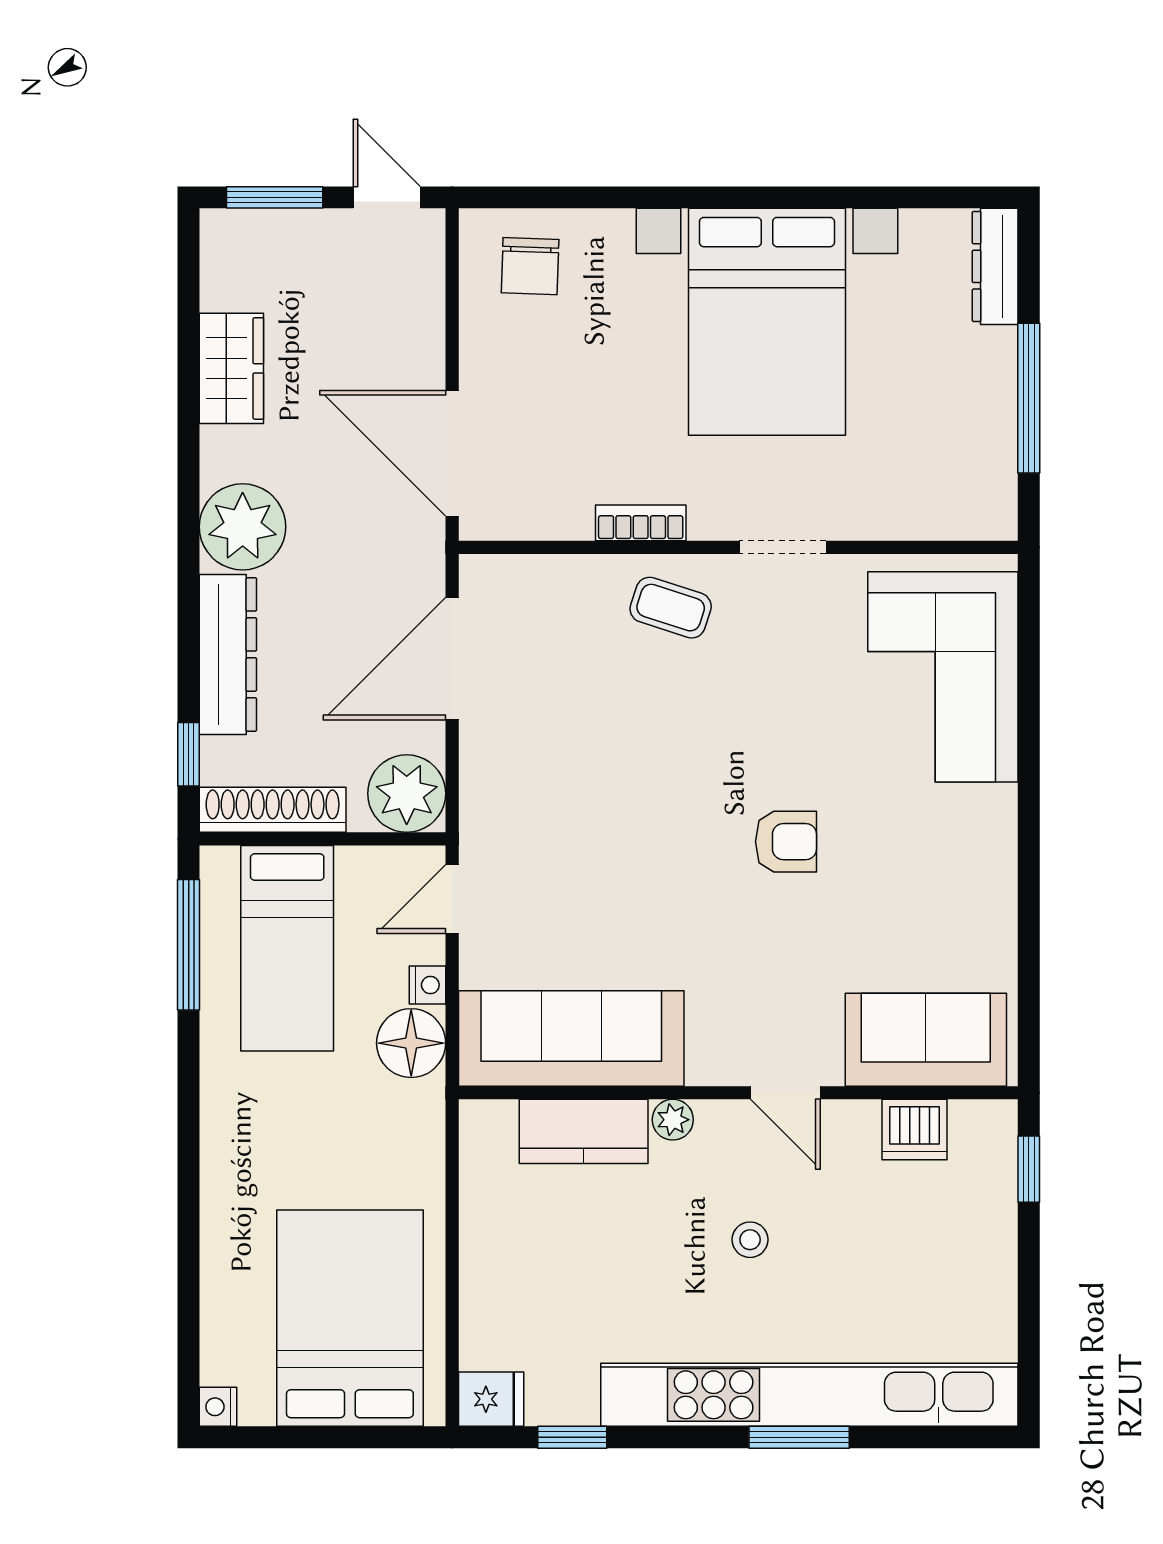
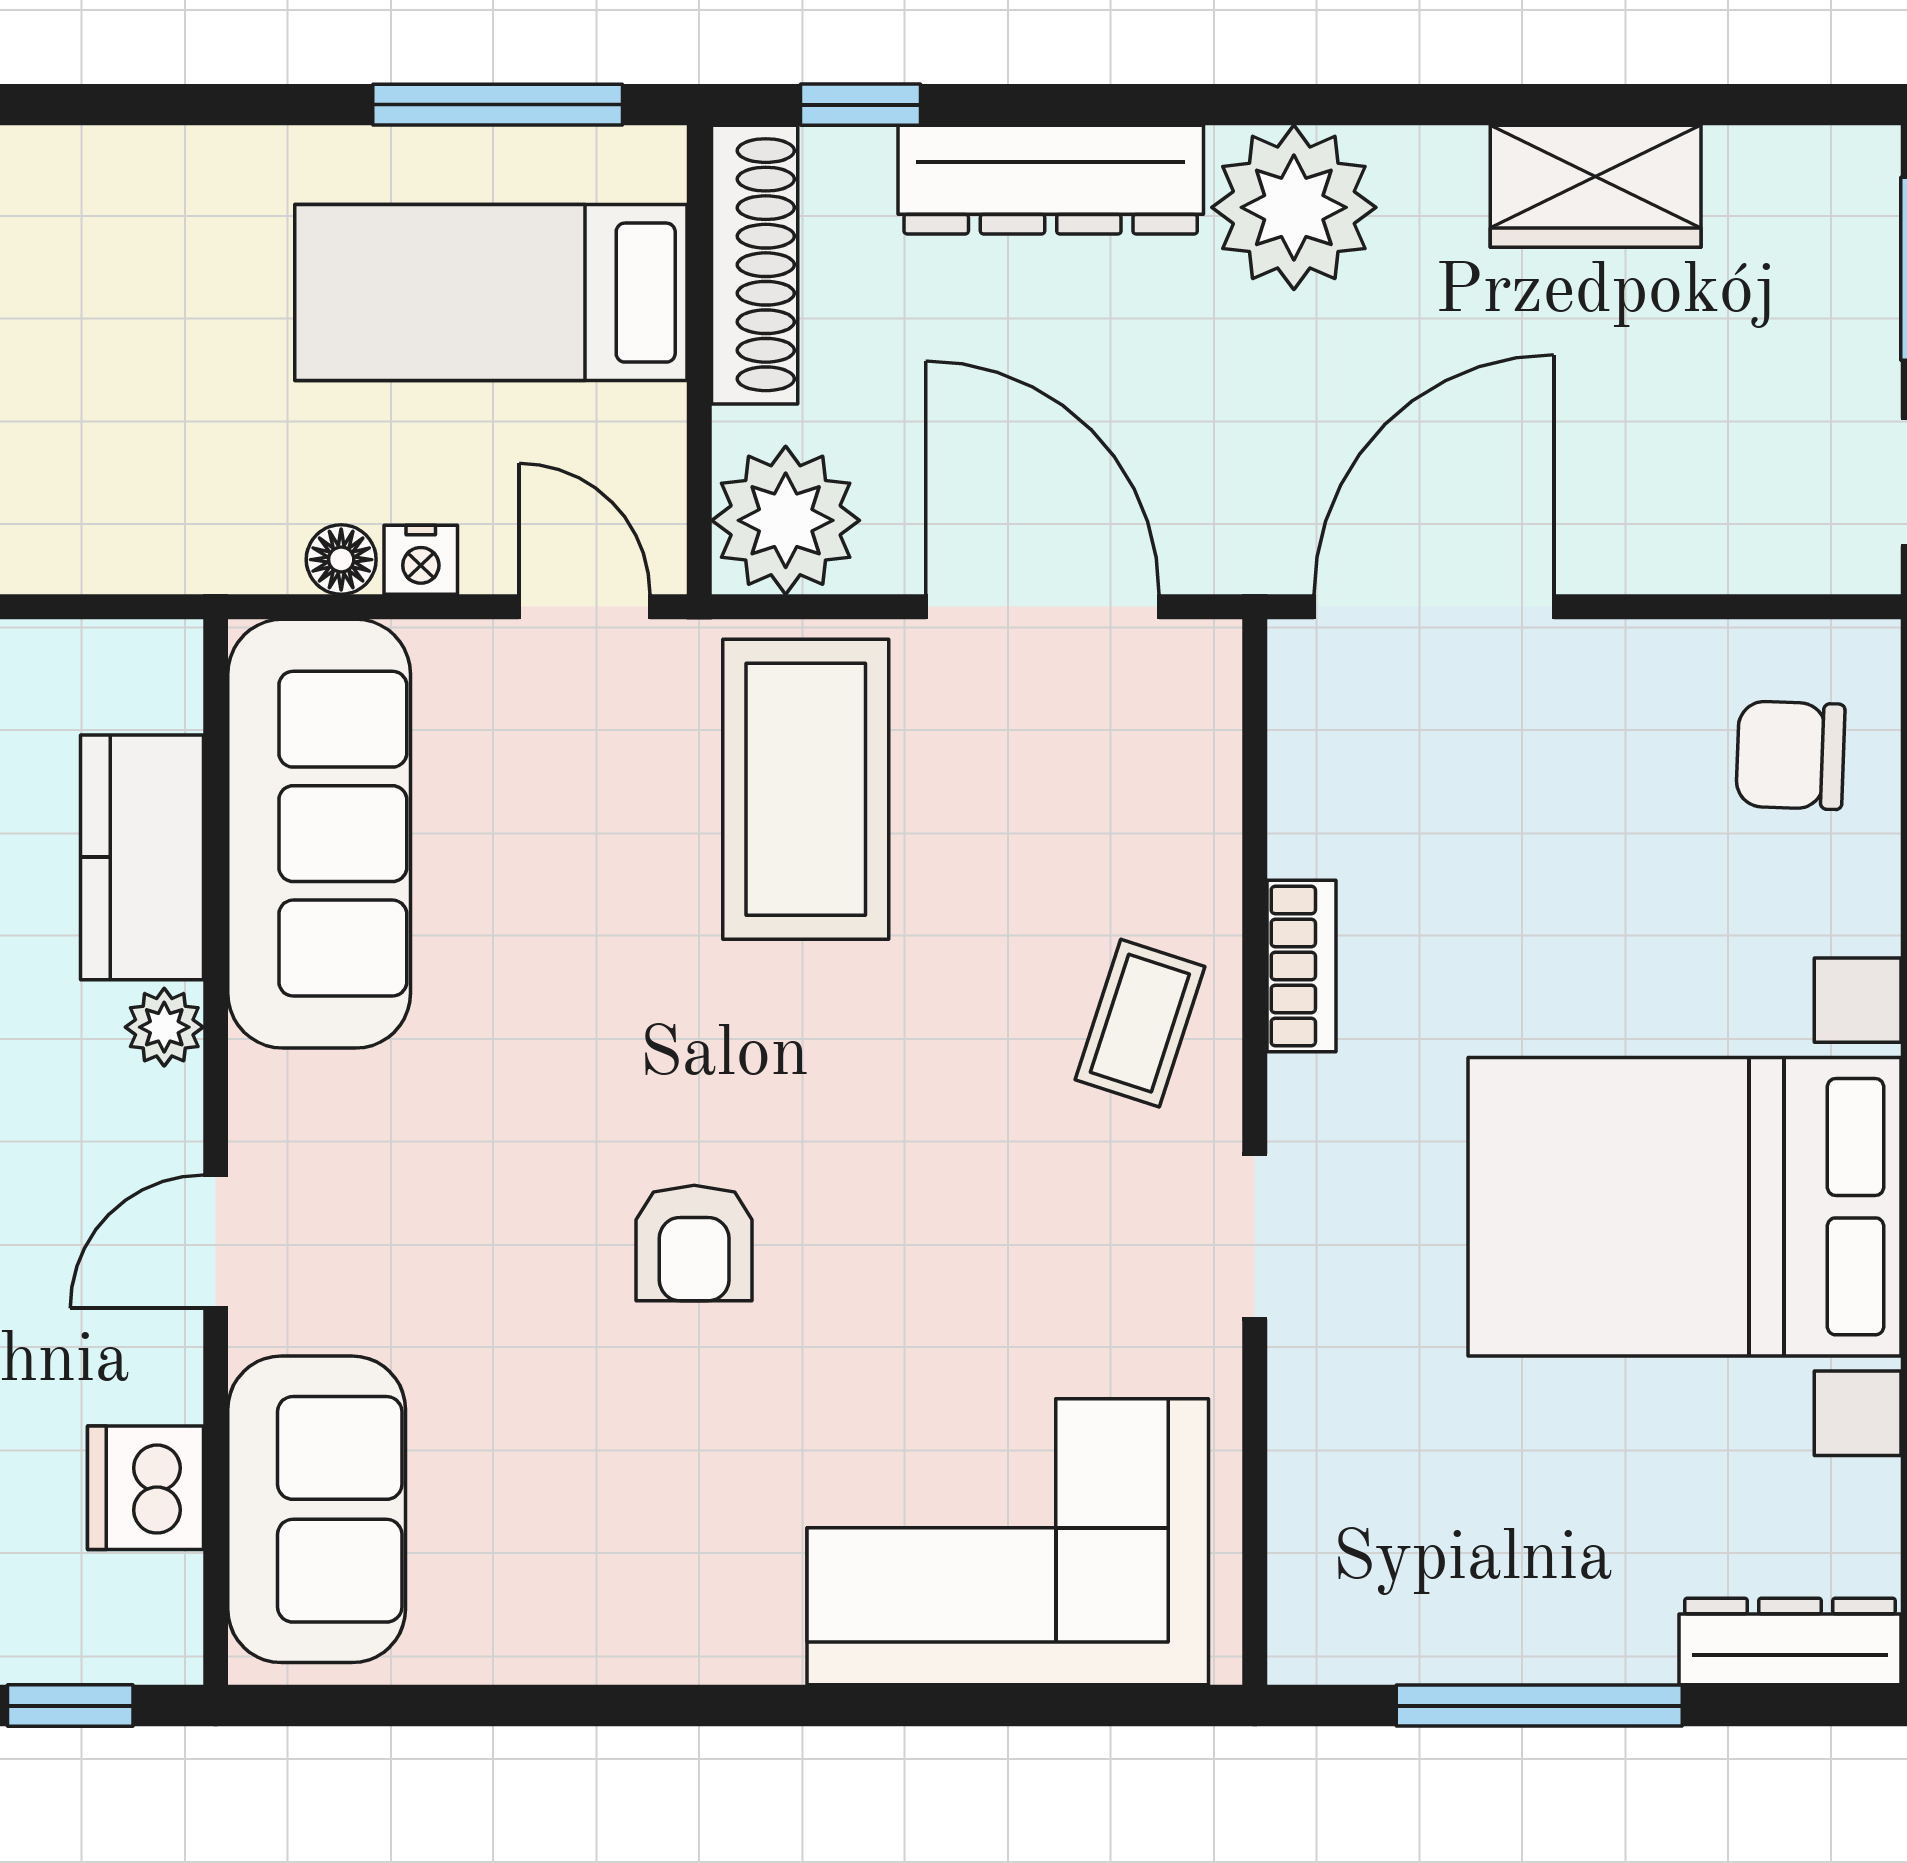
coffee table: (548, 783) -> (806, 789), added
floor lamp: (411, 1043) -> (341, 560), width x0.53, depth x0.53

